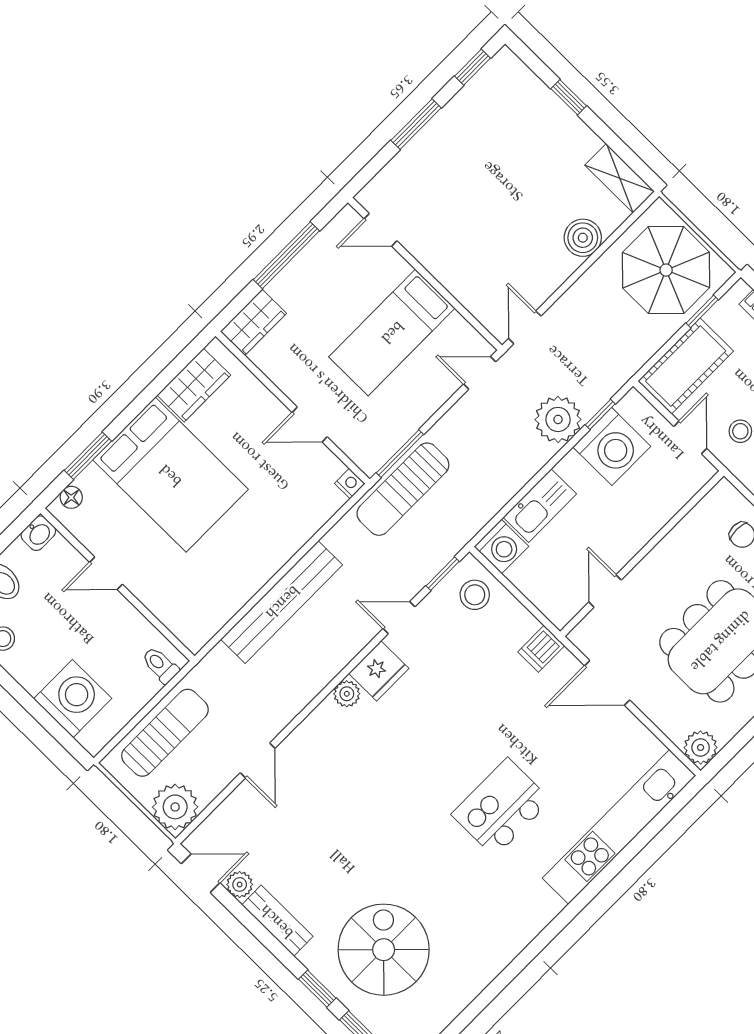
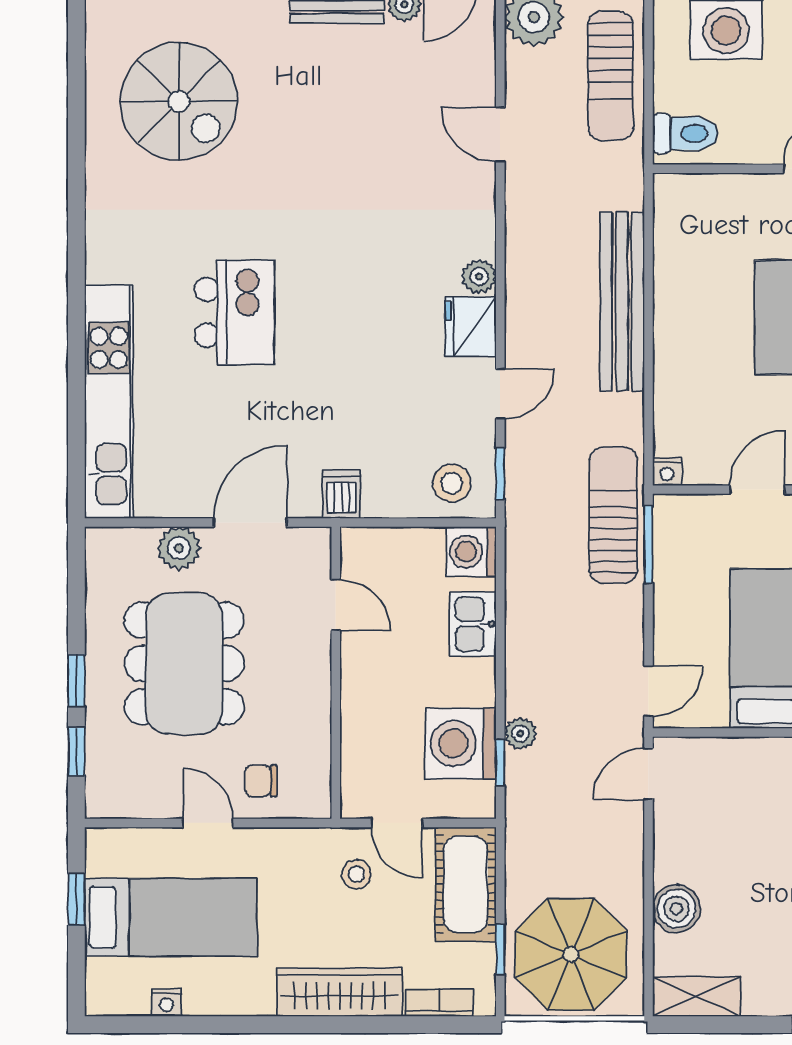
door: (525, 327) -> (648, 774), swing flipped
plant: (558, 419) -> (520, 734), width x0.53, depth x0.53
kitchen sink: (540, 506) -> (473, 624), width x0.73
toilet: (160, 665) -> (685, 134), width x1.37, depth x1.39
plant: (701, 747) -> (179, 548), moved
spiral stairs: (384, 950) -> (179, 101), moved

